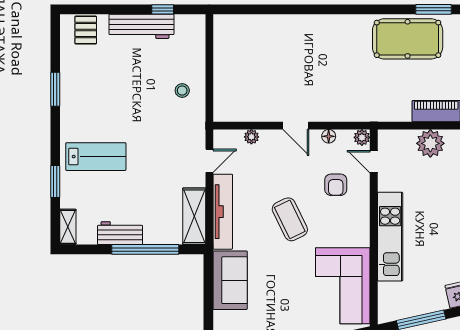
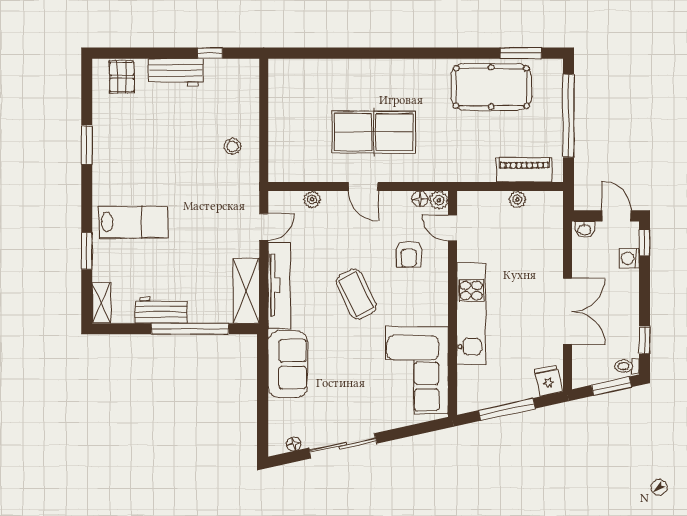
workbench: (142, 26) -> (176, 73), width x0.73
table tennis table: (305, 78) -> (374, 132), added
floor lamp: (329, 136) -> (420, 199), moved
plant: (430, 143) -> (517, 199), width x0.53, depth x0.53

